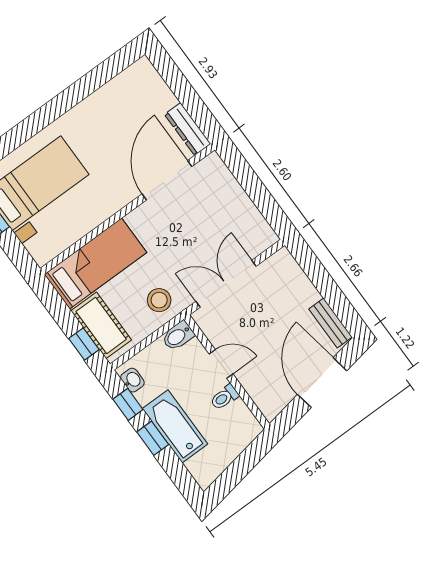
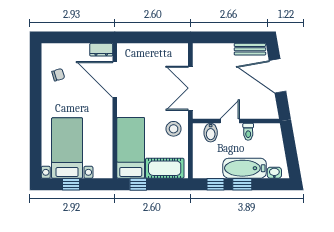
chair: (121, 104) -> (58, 75), added
dresser: (188, 129) -> (101, 50), width x0.70
bidet: (178, 336) -> (211, 133), moved
window: (84, 344) -> (138, 184), moved
washbasin: (132, 380) -> (274, 173), moved

